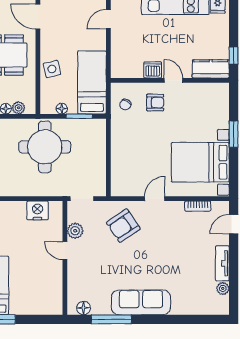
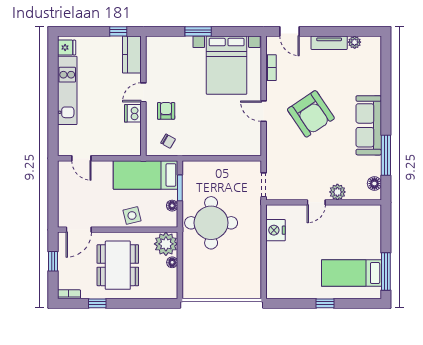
plant: (19, 108) -> (166, 244), width x1.88, depth x1.88
armchair: (123, 226) -> (311, 114), moved, width x1.36, depth x1.36
plant: (75, 231) -> (337, 192), moved

